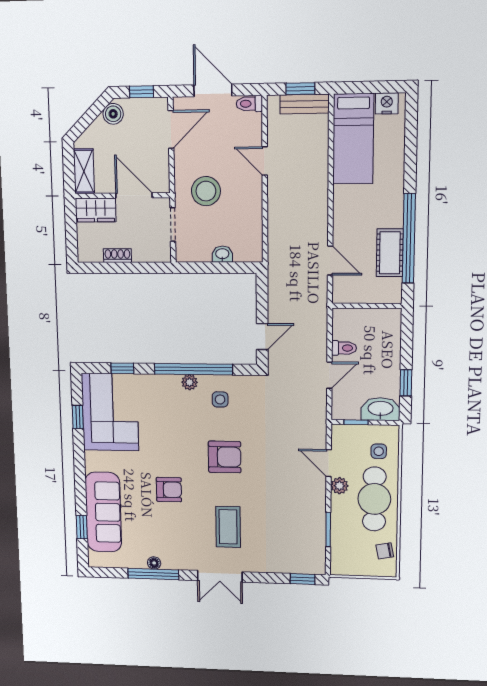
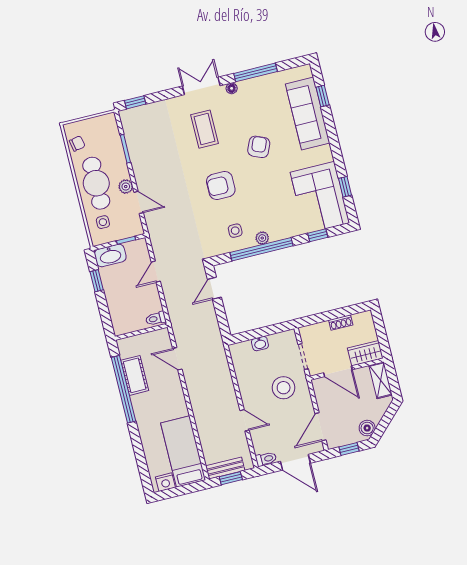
toilet: (344, 348) -> (156, 319), moved
armchair: (169, 490) -> (259, 147), turned 113
floor lamp: (154, 563) -> (232, 88), moved

